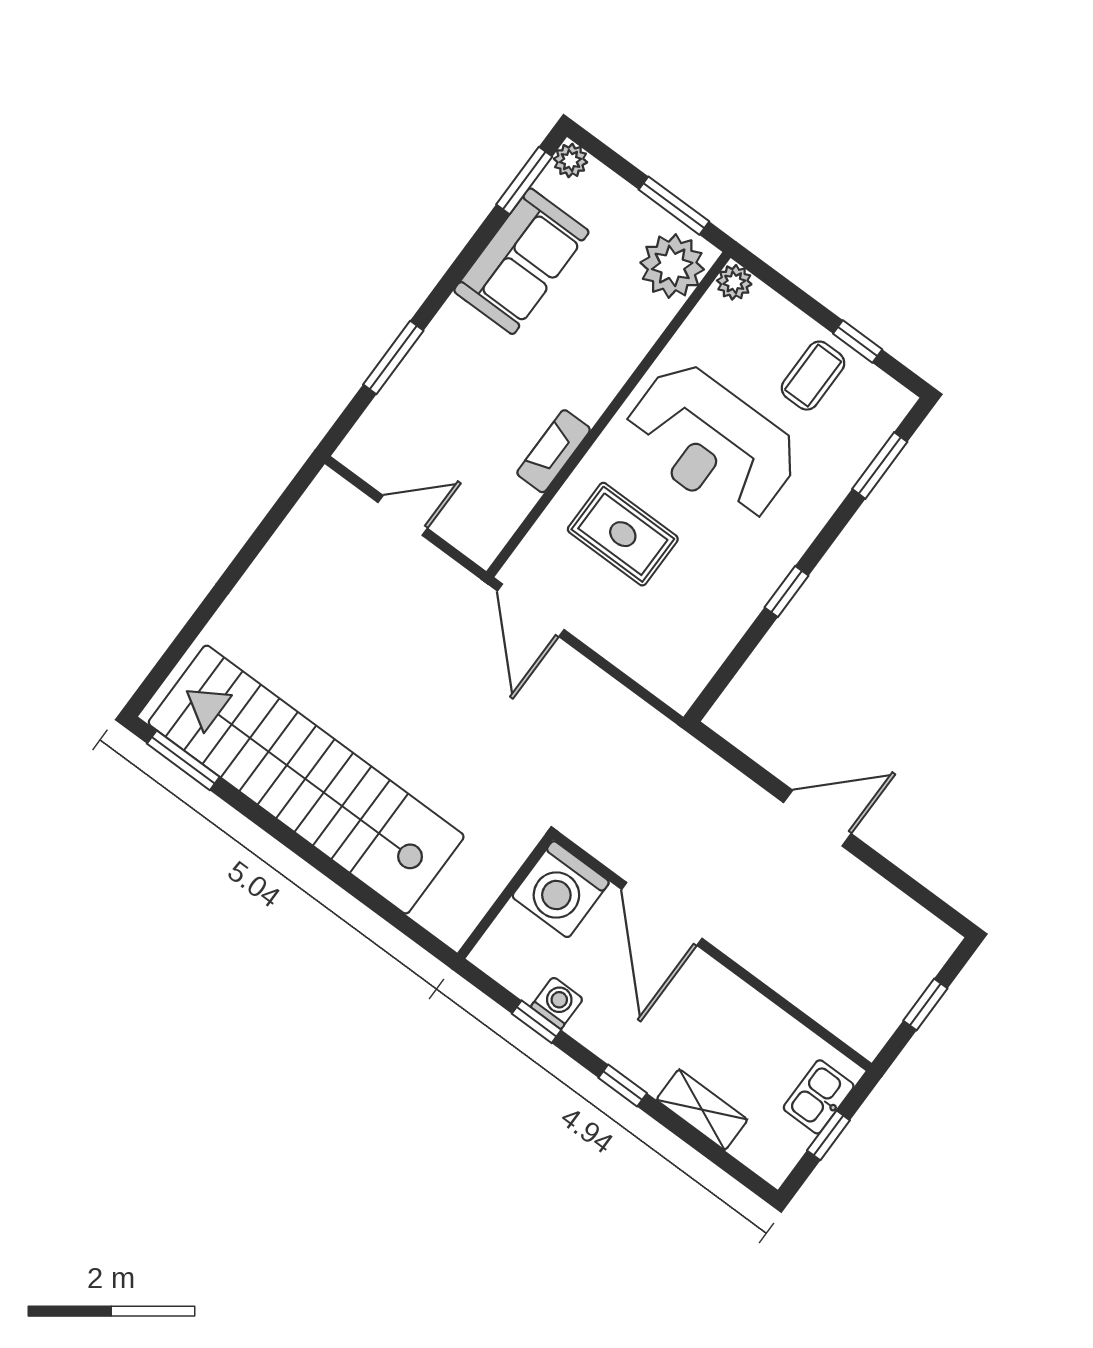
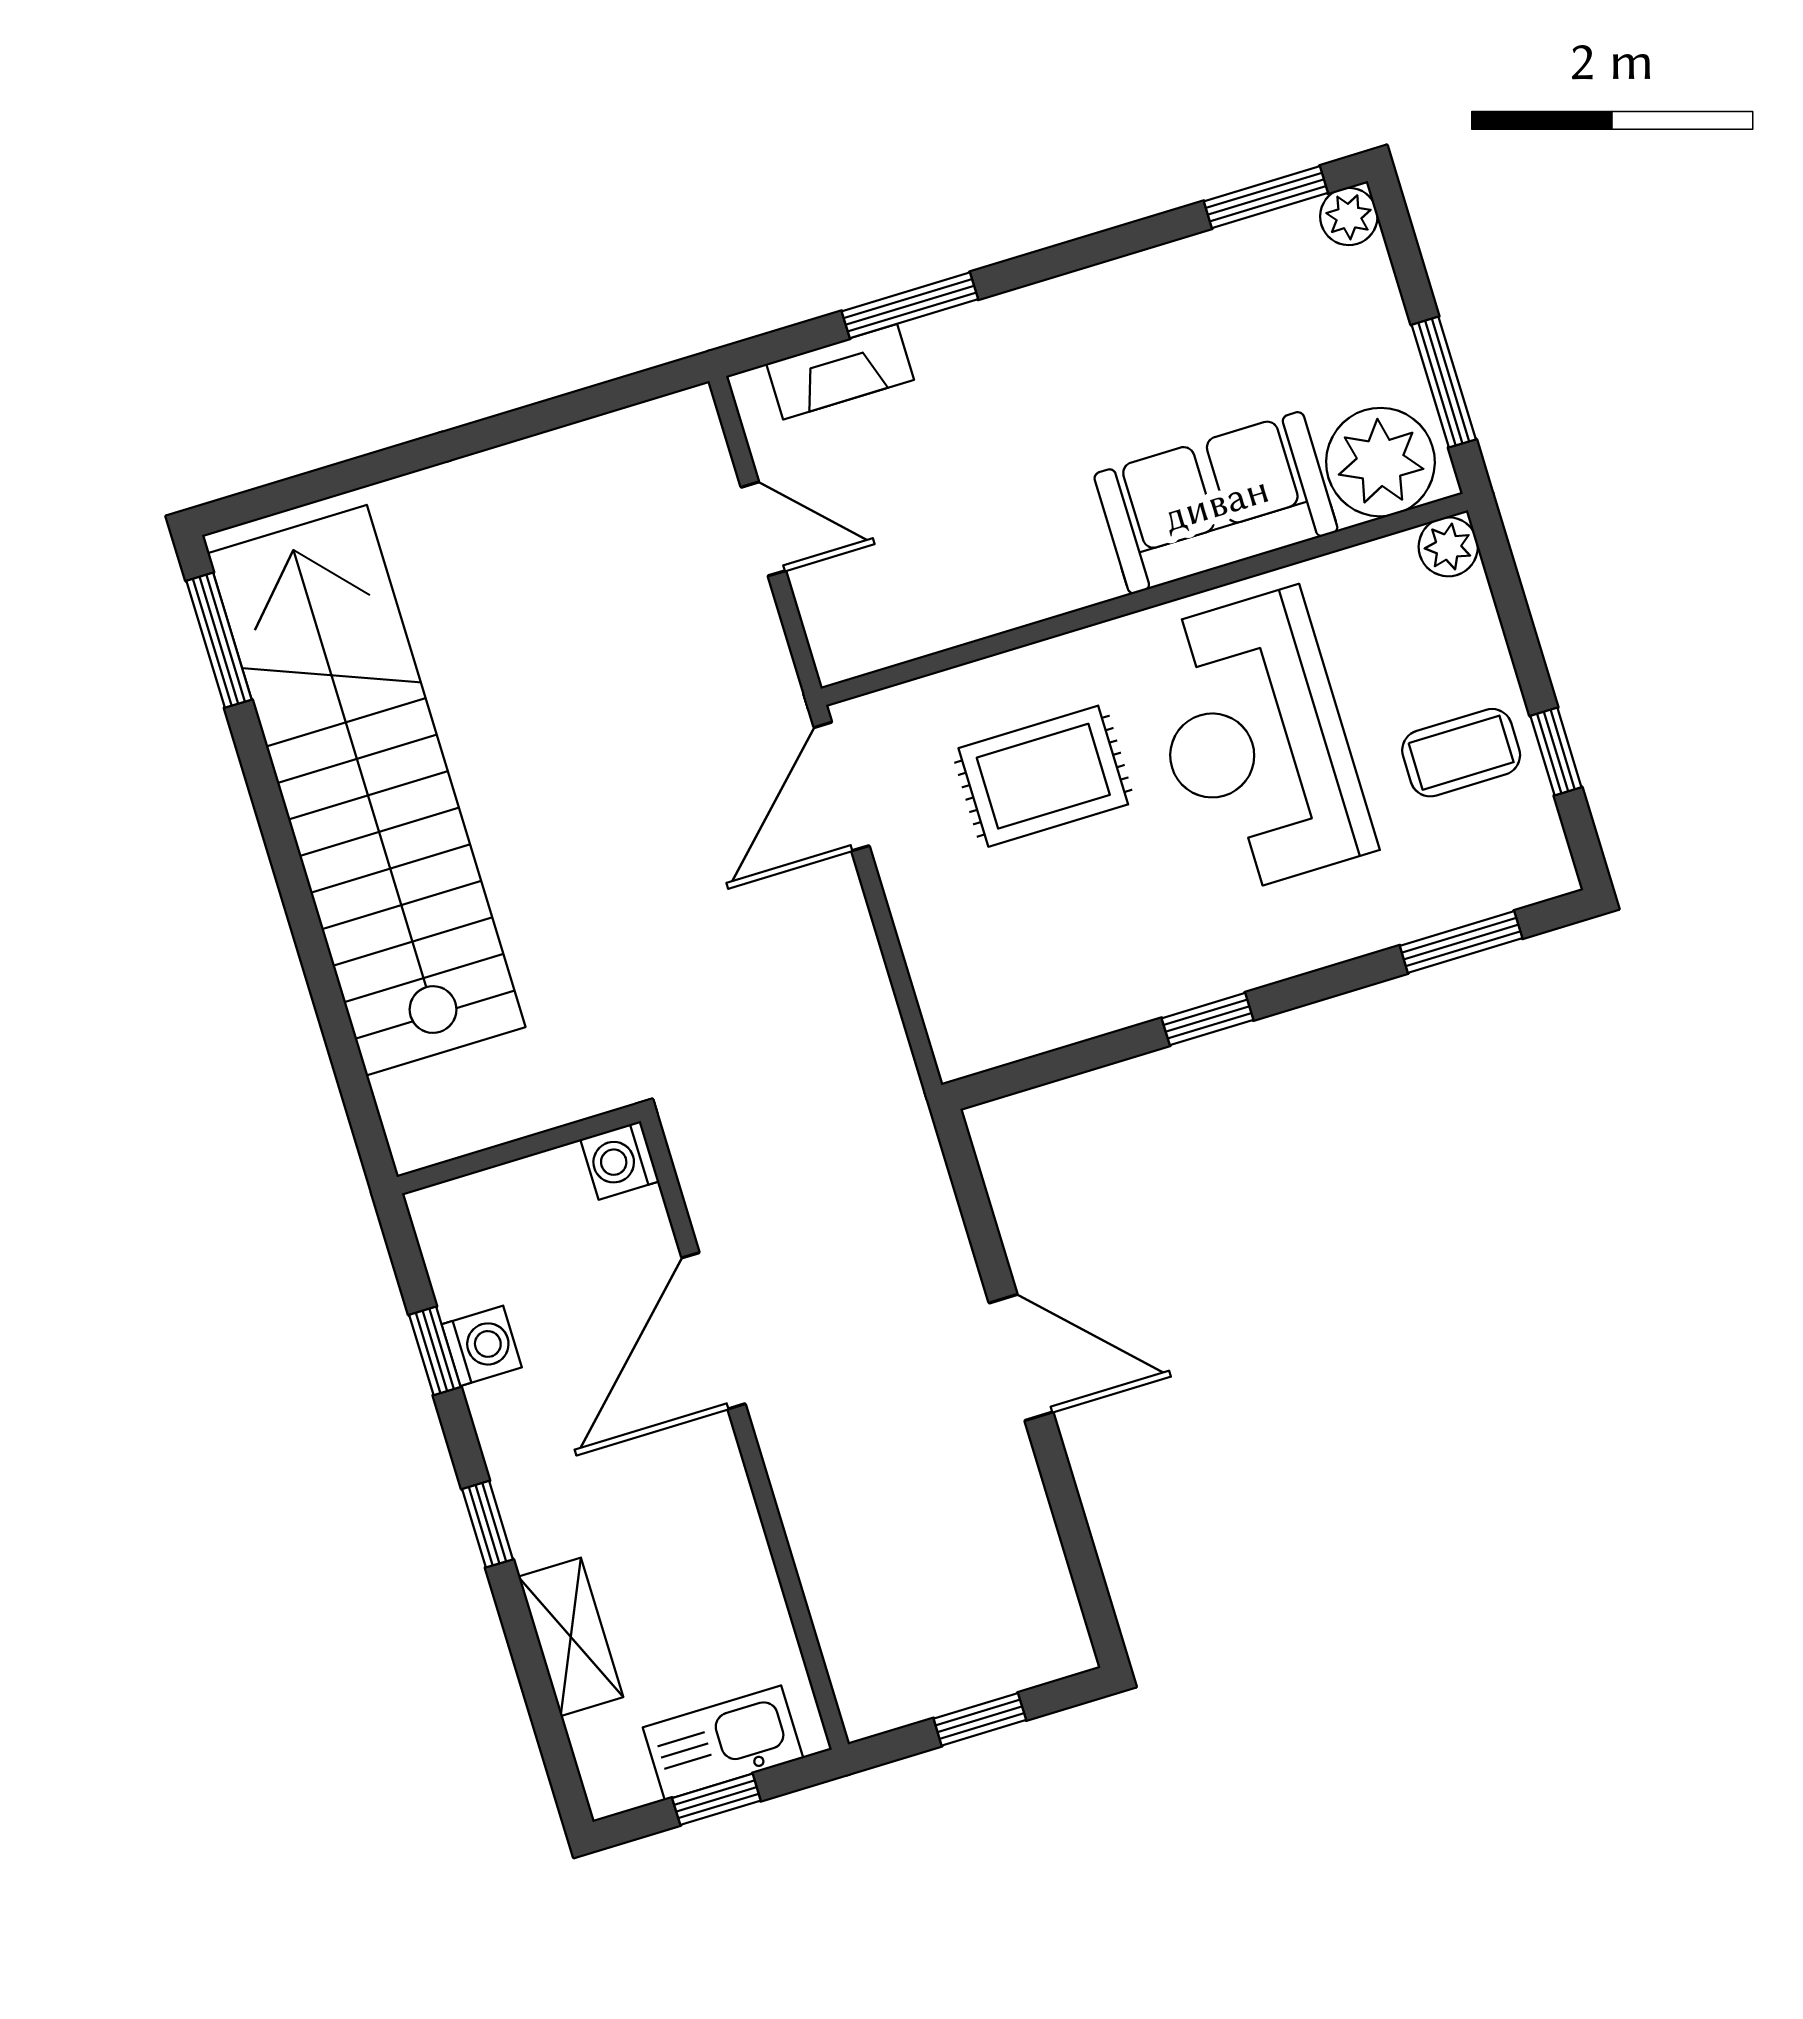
sofa: (521, 261) -> (1216, 503), moved, turned 180
fireplace: (554, 451) -> (840, 372), moved, turned 180
rug: (623, 534) -> (1043, 776), turned 90
washing machine: (561, 889) -> (620, 1160), width x0.53, depth x0.53
kitchen sink: (819, 1097) -> (723, 1743), width x1.38

